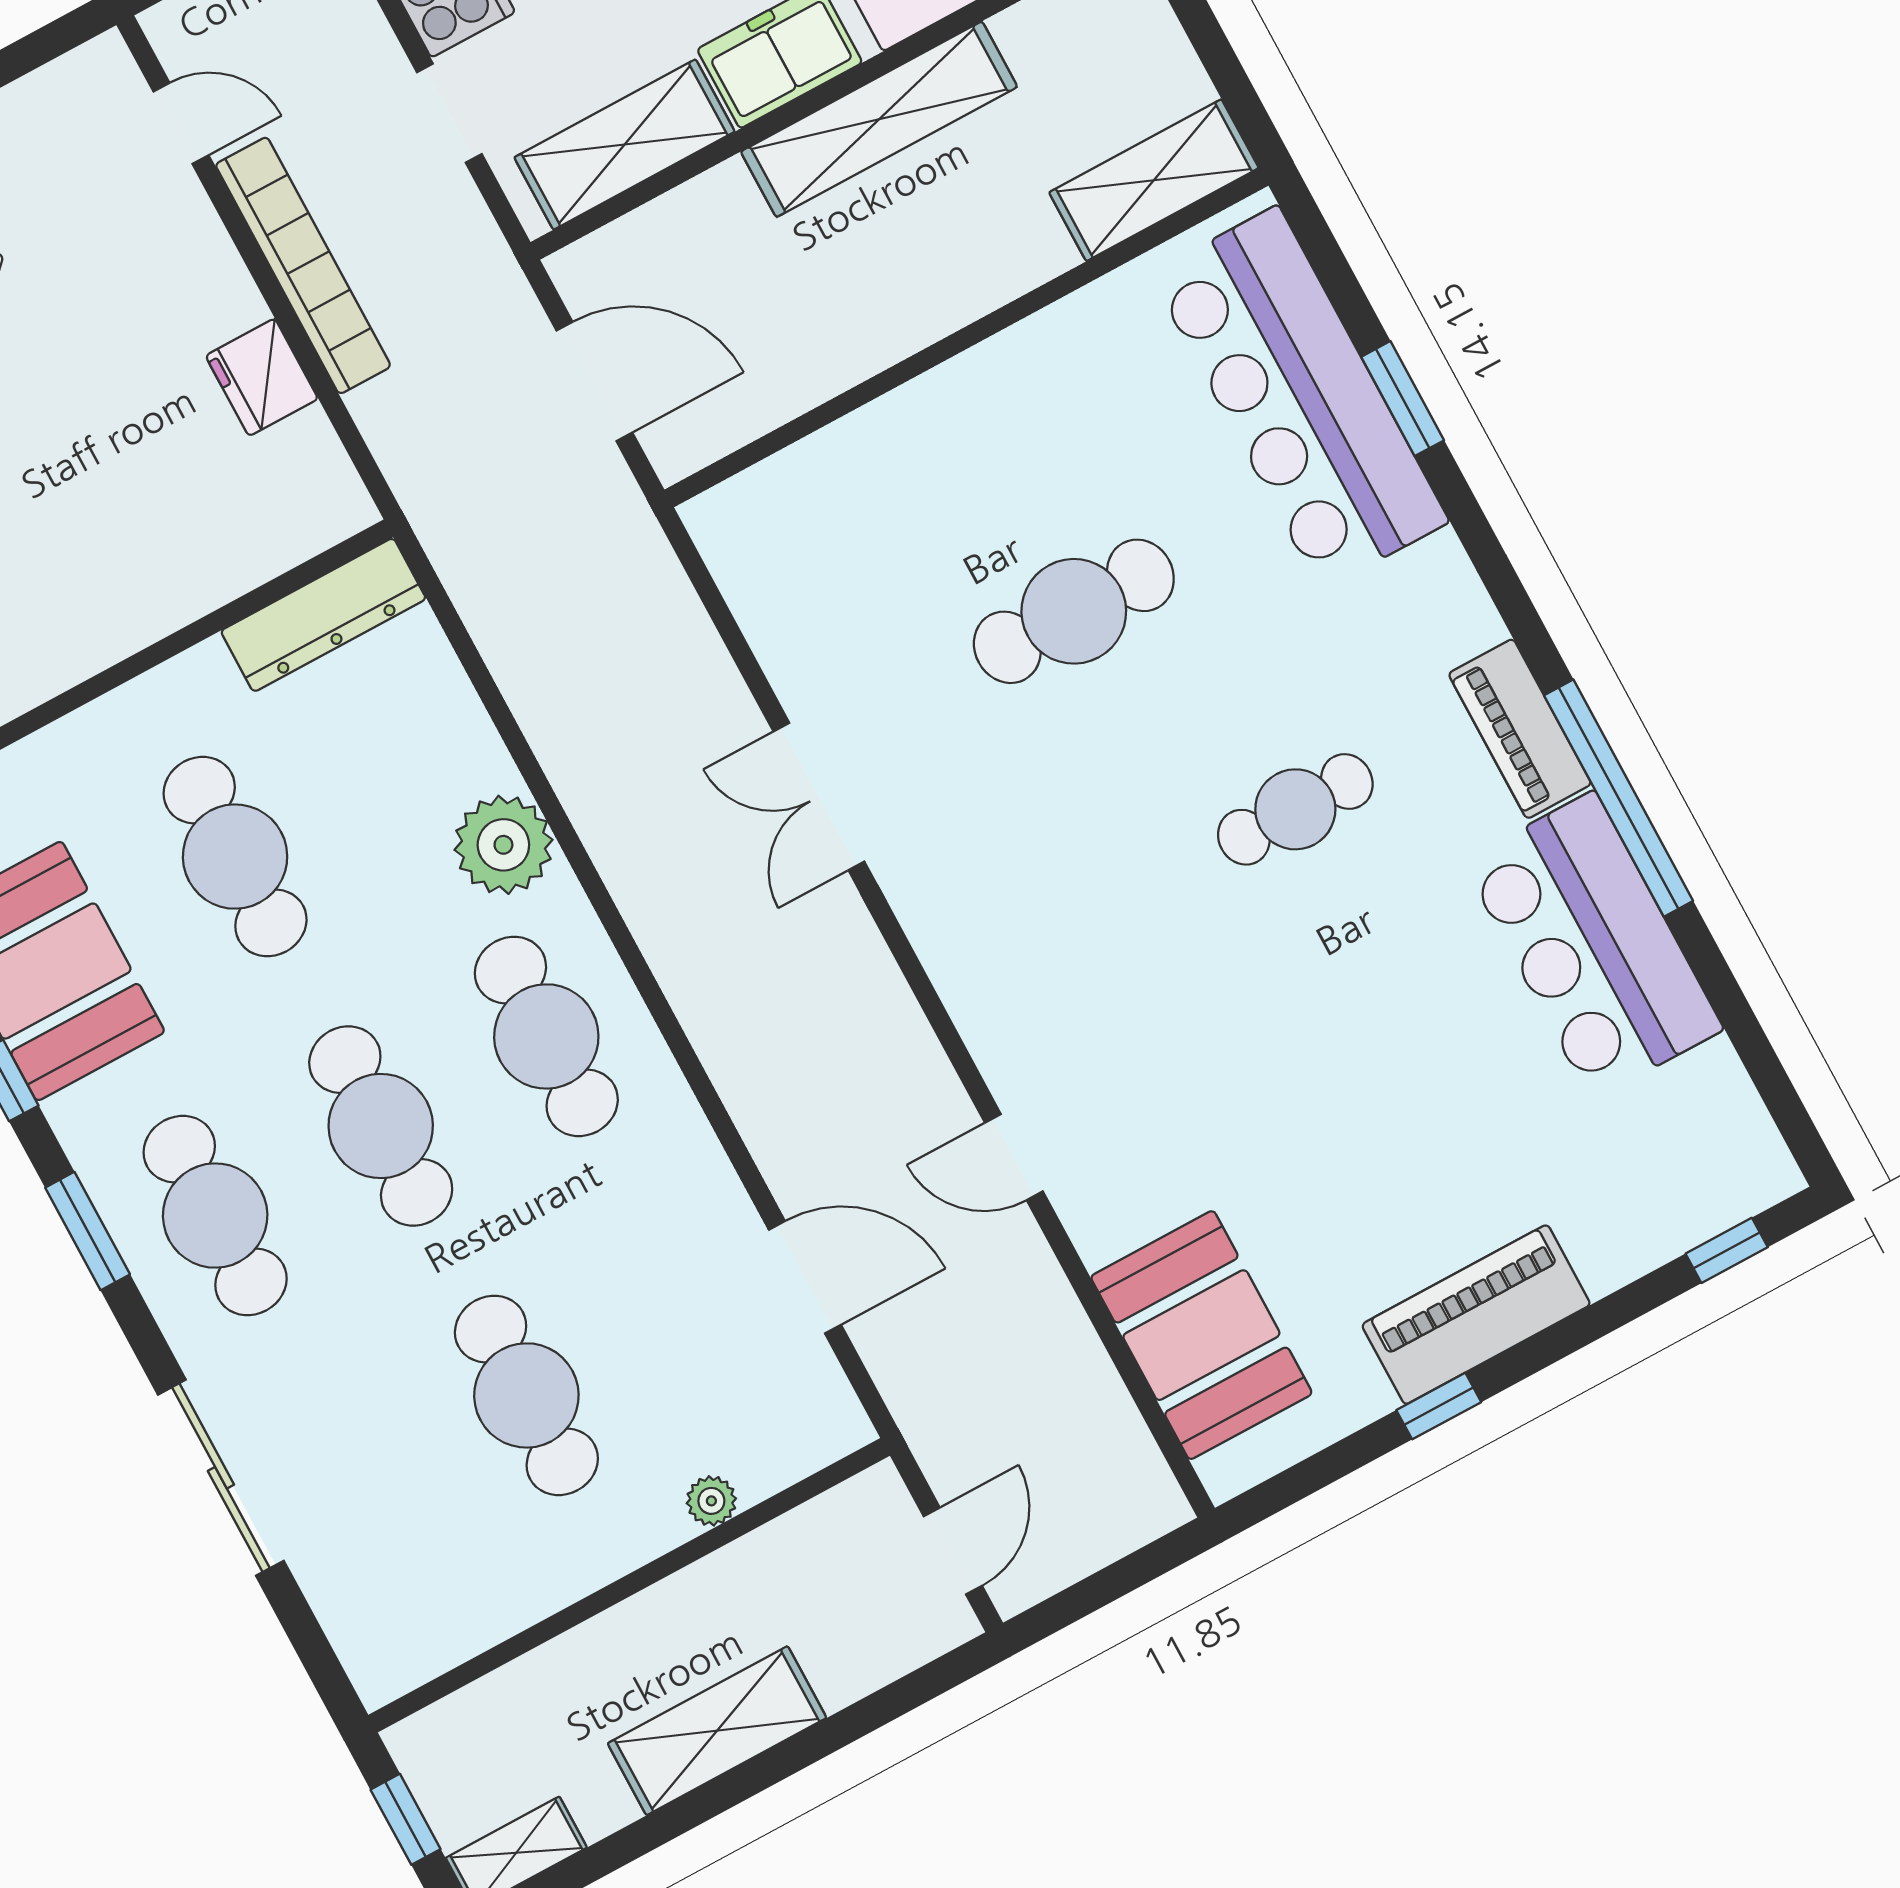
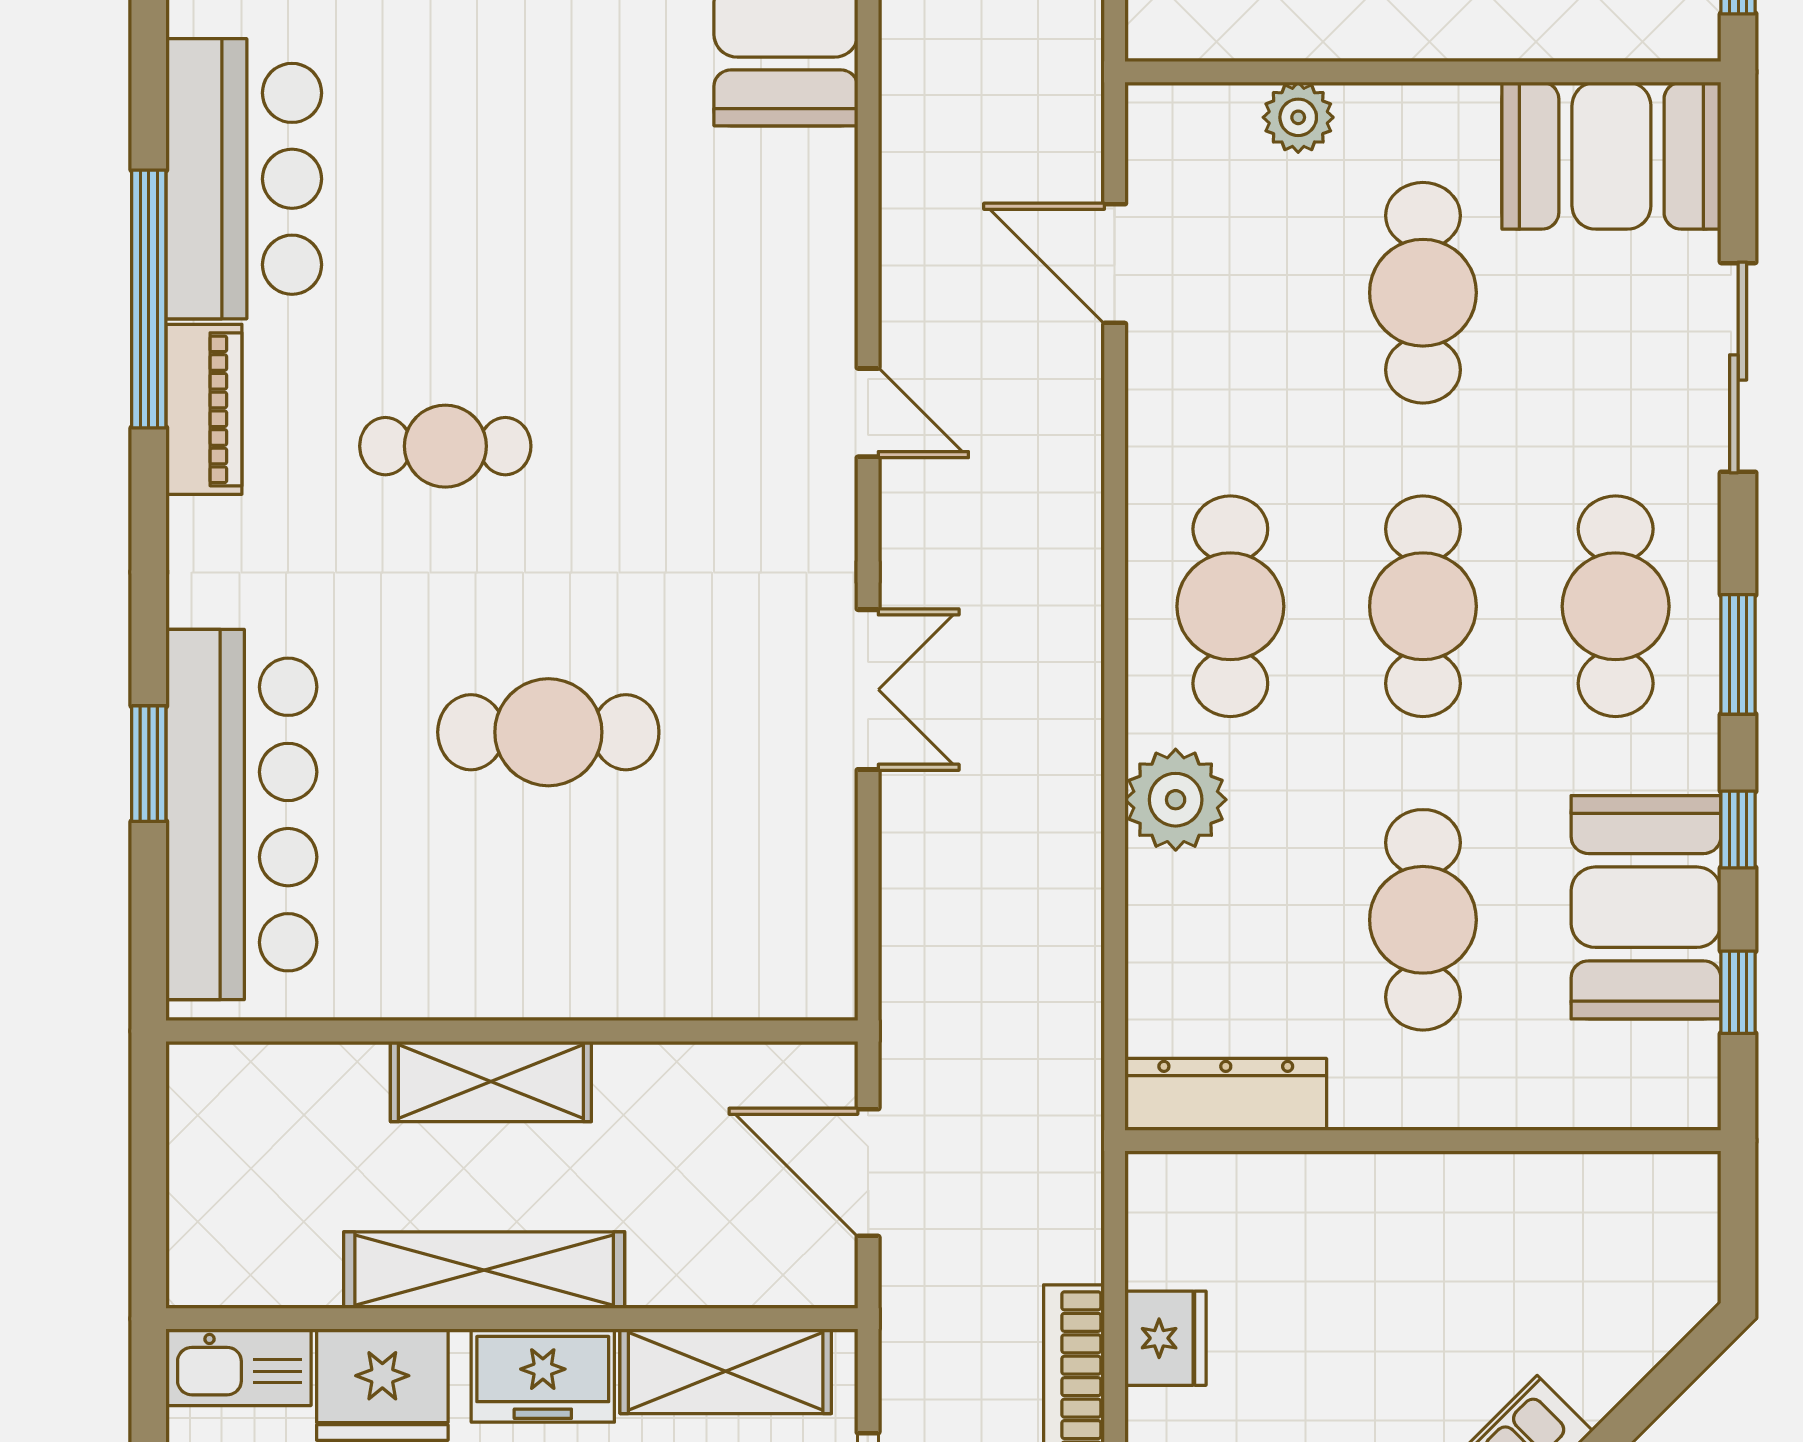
shelving: (1154, 180) -> (491, 1081), moved
door: (1014, 1157) -> (868, 413), moved
plant: (711, 1501) -> (1298, 117), width x1.38, depth x1.38
booth: (428, 1601) -> (1611, 156), added

